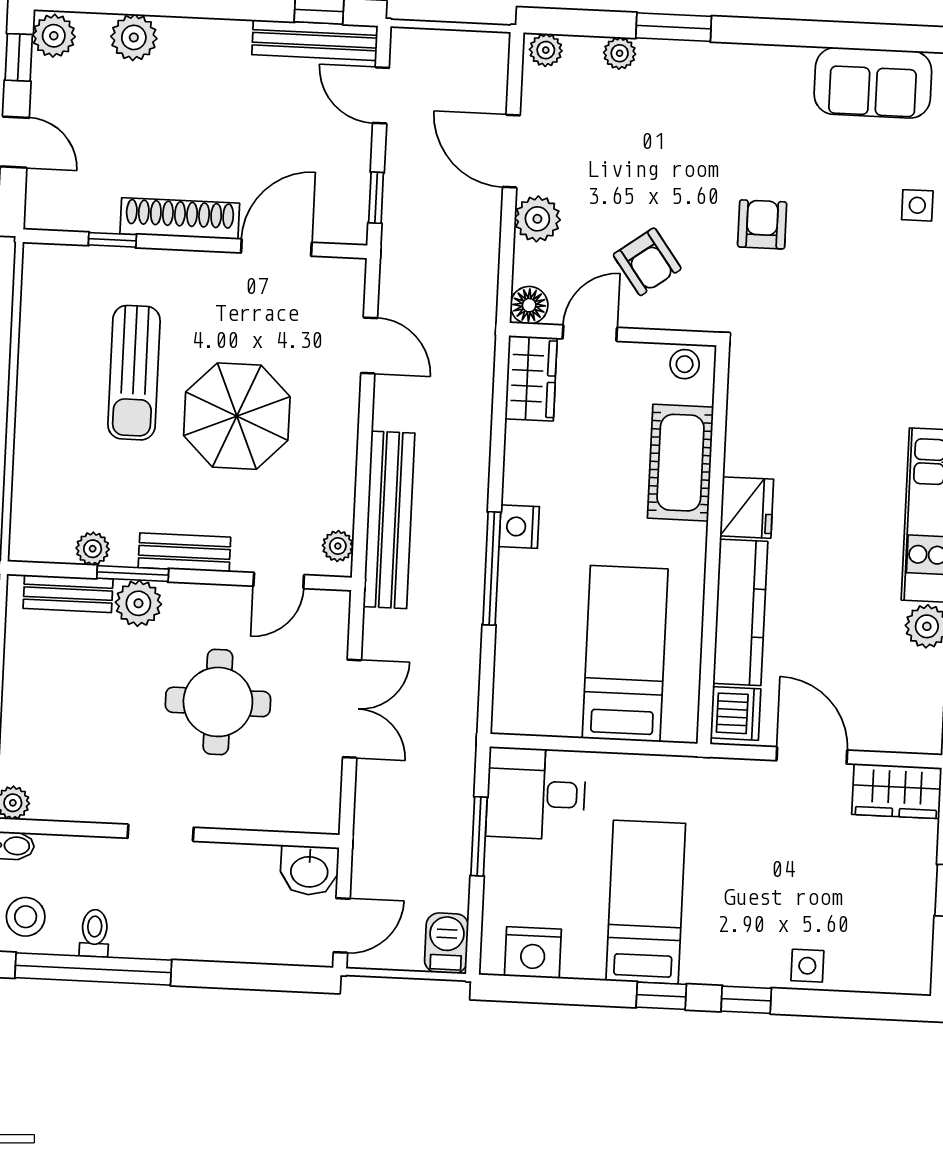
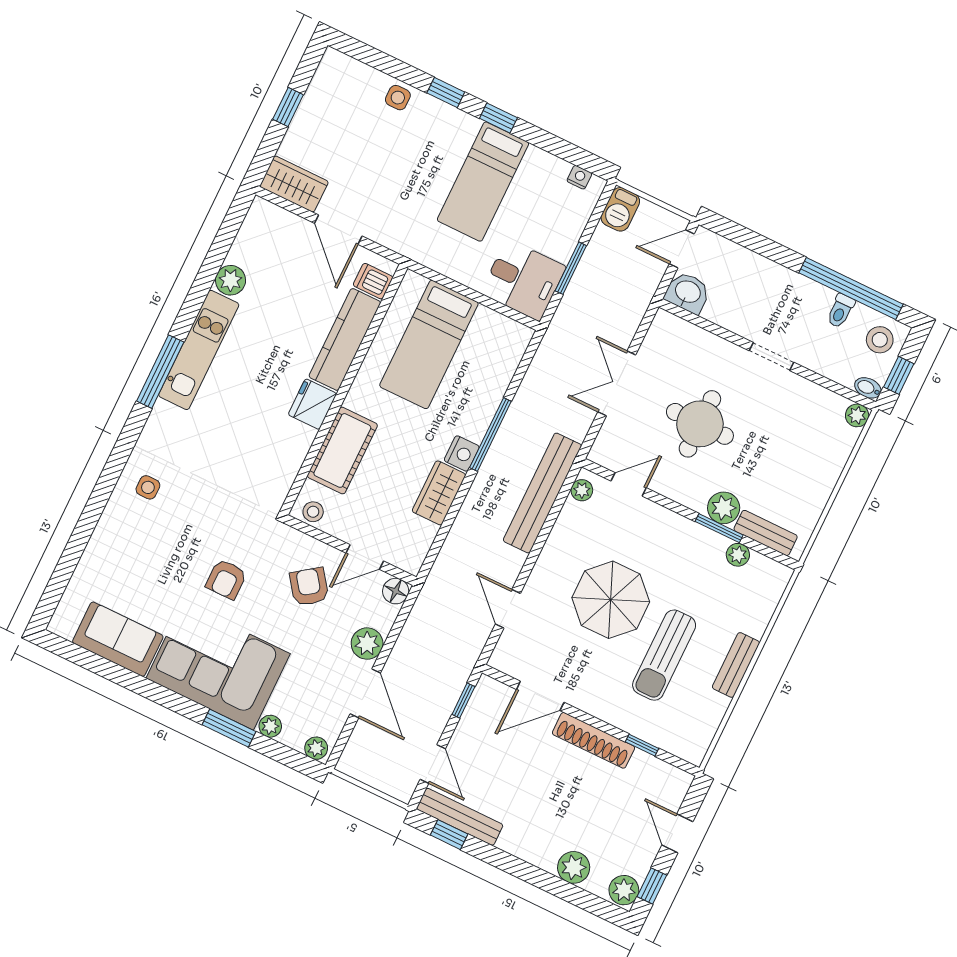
corner sofa: (724, 104) -> (218, 666), added
side table: (917, 205) -> (148, 487), moved
sun lounger: (134, 373) -> (664, 655), turned 180
wardrobe: (531, 378) -> (439, 493), moved
bench: (184, 552) -> (736, 665), moved, turned 90
dishwasher: (736, 713) -> (373, 281), width x0.73
nightstand: (533, 953) -> (579, 177), width x0.53, depth x0.56

